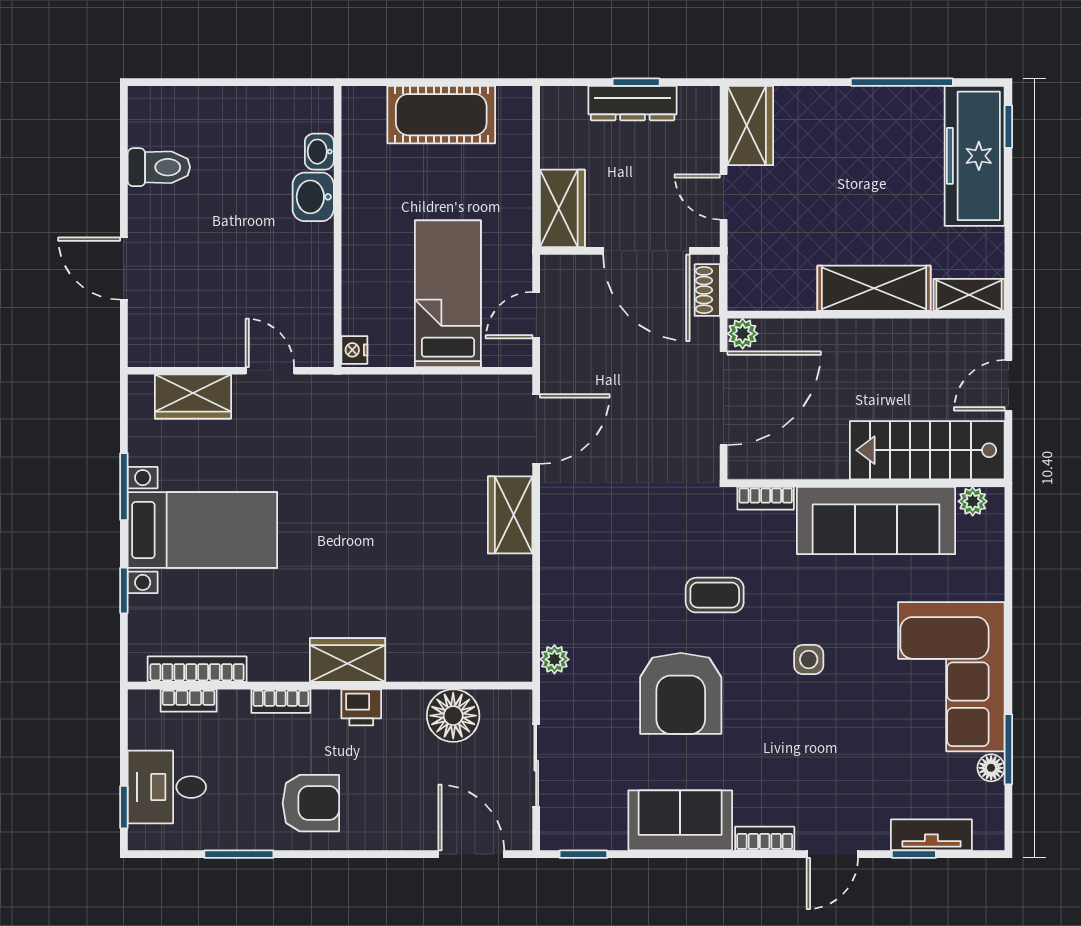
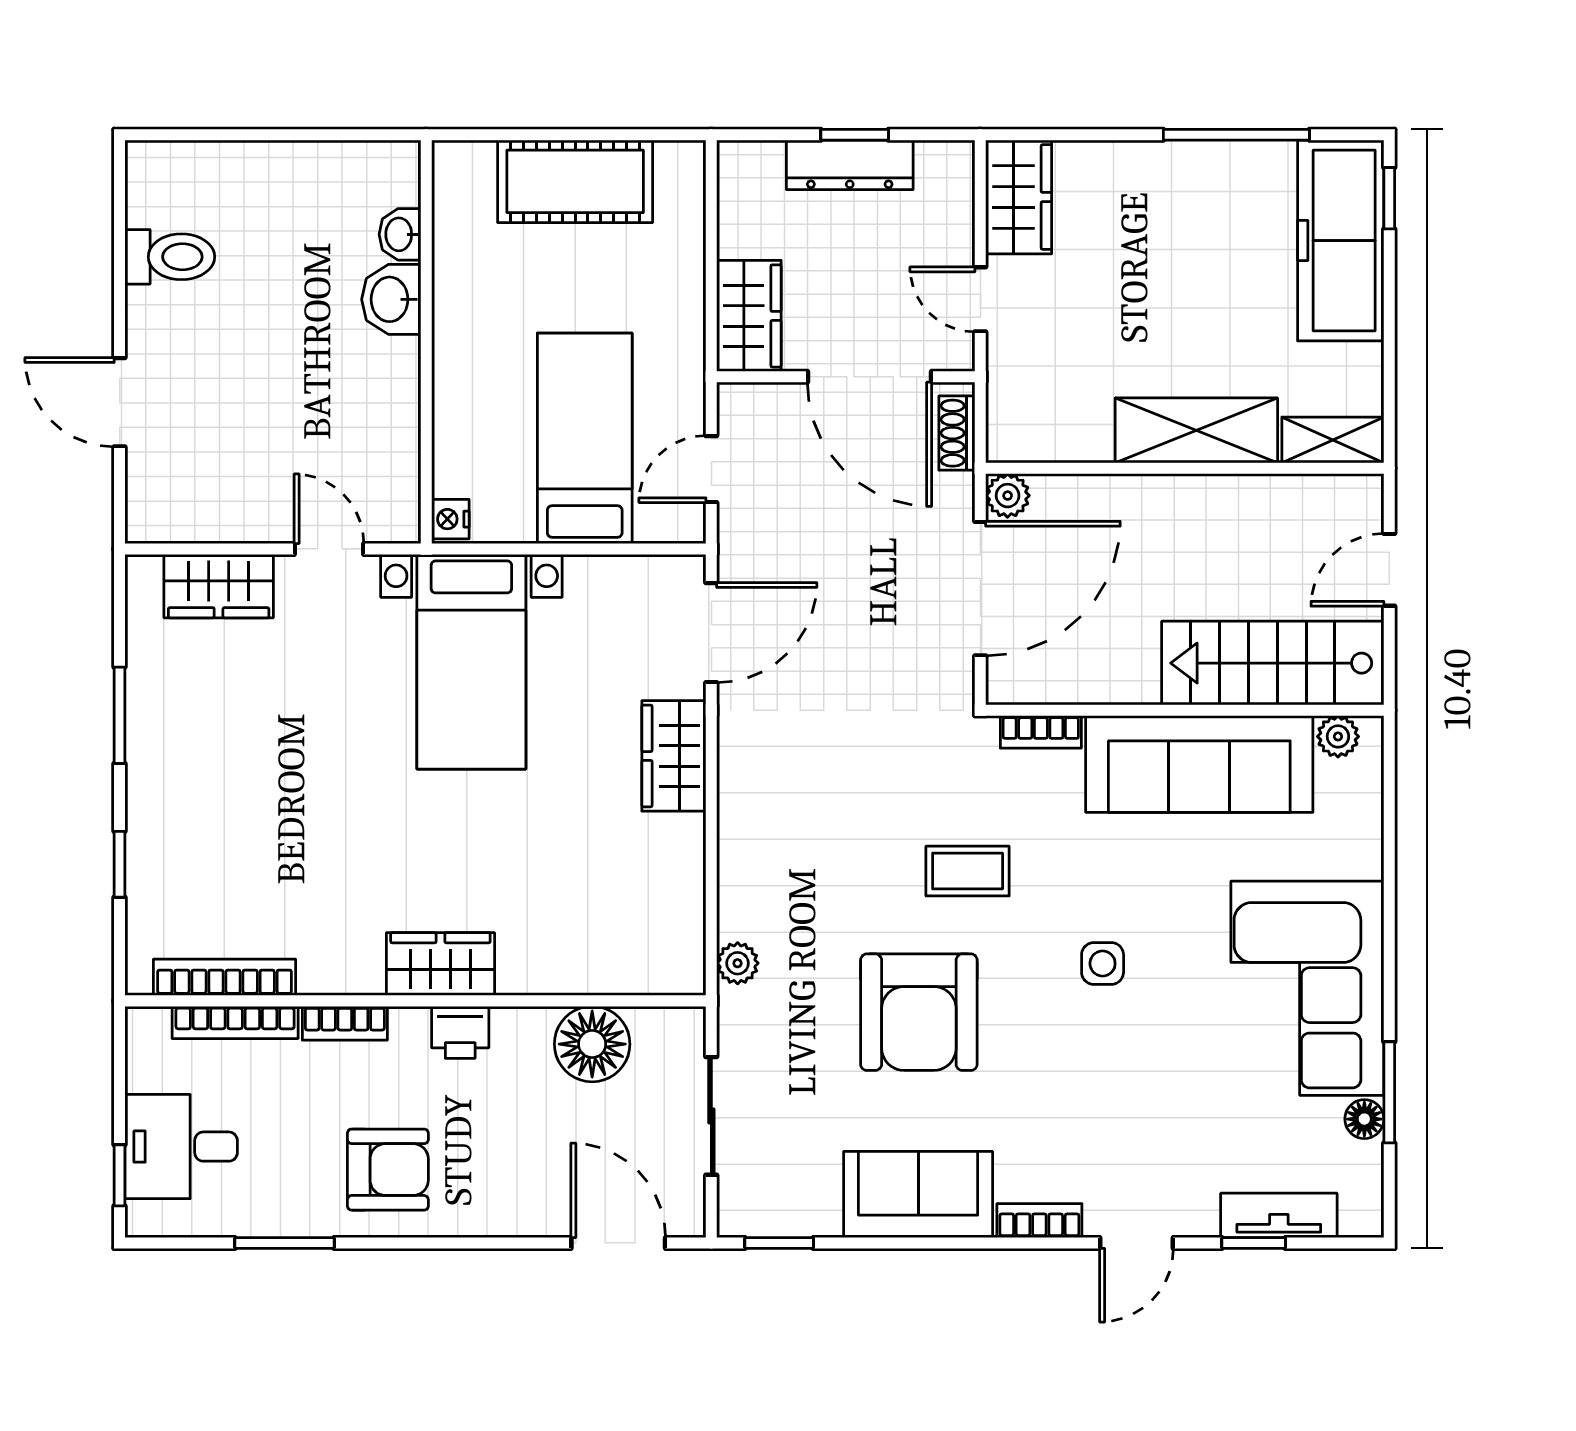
bed with nightstands: (202, 530) -> (471, 662), moved, turned 90
bookcase: (189, 700) -> (235, 1022), width x1.56

